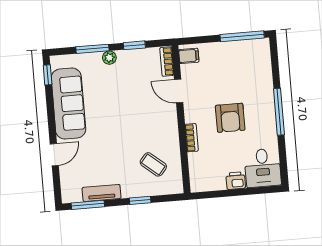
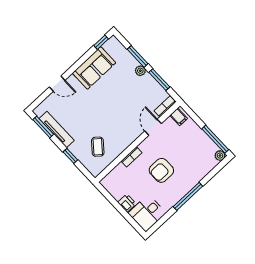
window: (134, 45) -> (159, 80), width x1.50
plant: (263, 45) -> (220, 156), added
sofa: (68, 104) -> (94, 68), width x0.73
tv unit: (102, 193) -> (57, 129), width x1.41

